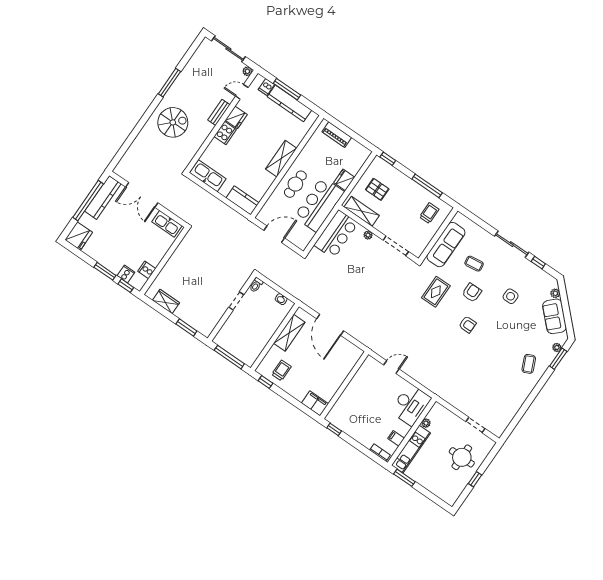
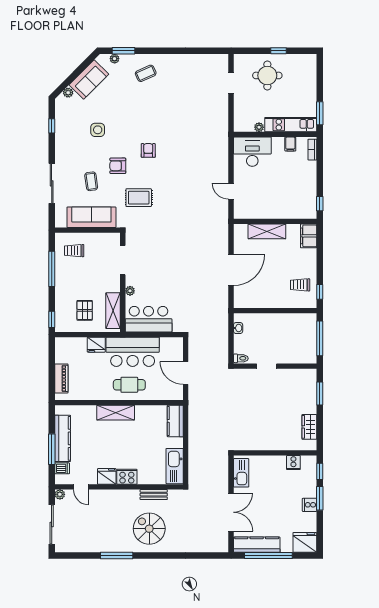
bench: (219, 112) -> (154, 495), moved
sliding door: (512, 244) -> (52, 183), moved
cooker: (126, 274) -> (310, 505), moved
shelving: (289, 333) -> (267, 231), moved

